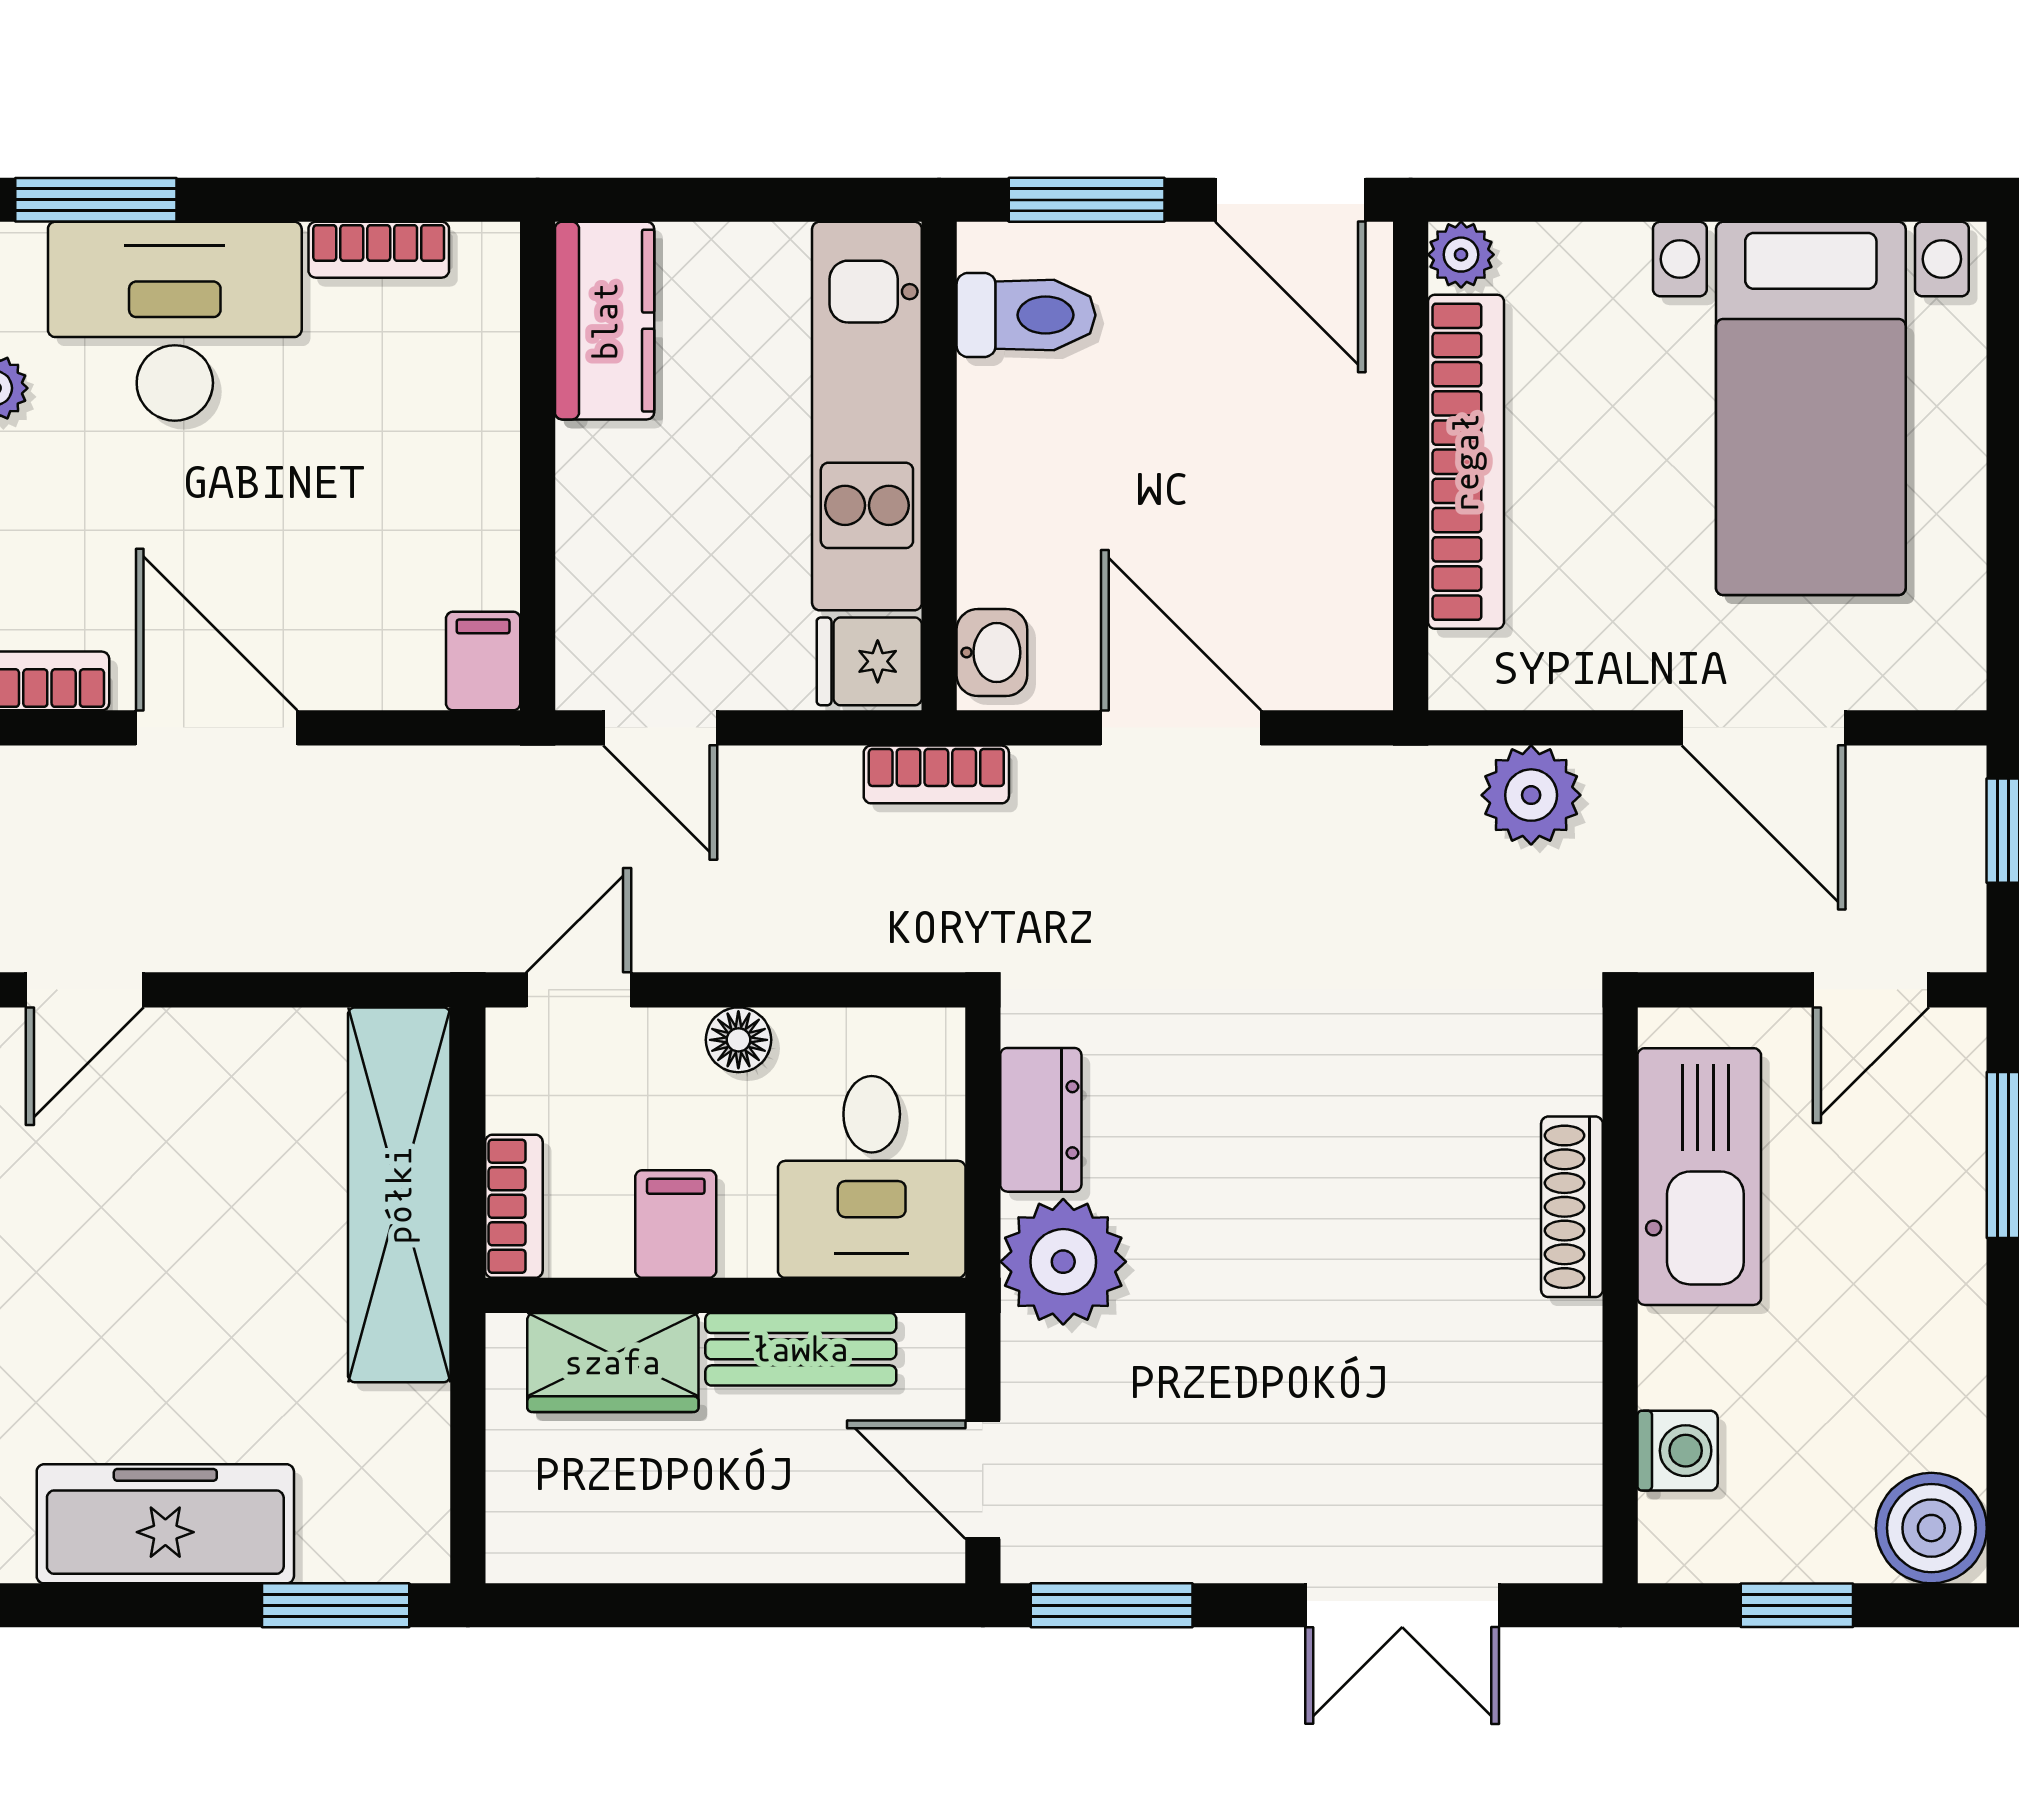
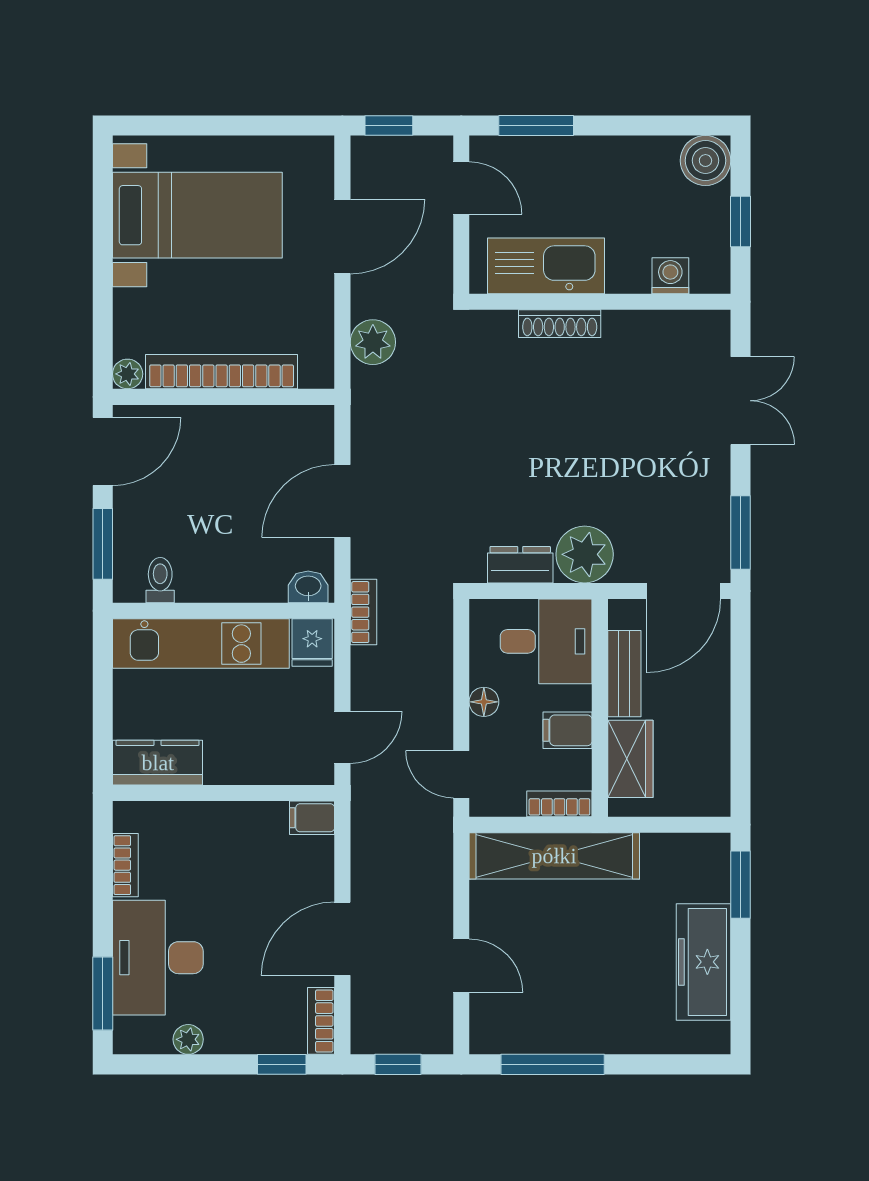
toilet: (1026, 315) -> (160, 580), width x0.73, depth x0.72
door: (85, 990) -> (461, 966), moved
door: (983, 1480) -> (683, 591), width x1.38

